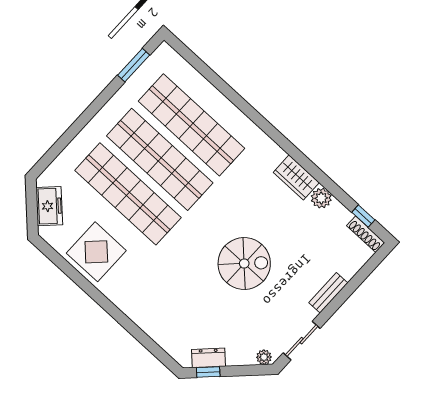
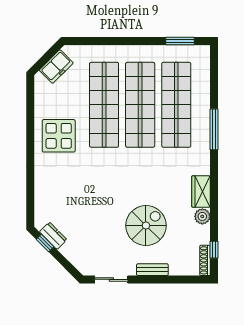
window: (248, 110) -> (214, 129), added
display table: (96, 252) -> (59, 136), moved
spiral stairs: (244, 263) -> (146, 226), moved, turned -90
plant: (264, 357) -> (82, 267), removed

